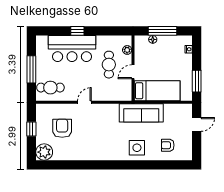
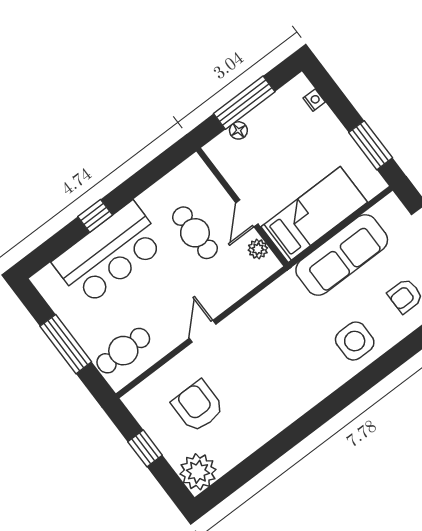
plant: (127, 50) -> (258, 249), moved
sofa: (141, 113) -> (342, 255), moved

